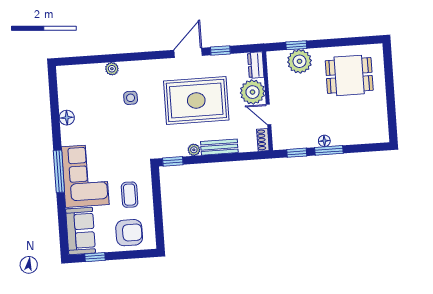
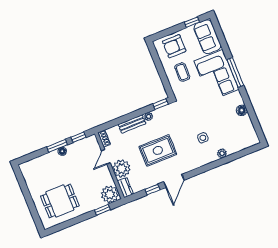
plant: (300, 61) -> (110, 194), moved
rug: (196, 100) -> (158, 150), width x0.73, depth x0.69
door: (268, 114) -> (106, 157), swing flipped

